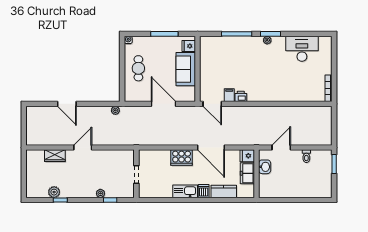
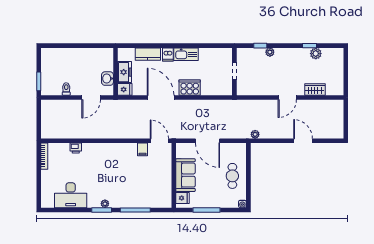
printer: (241, 96) -> (76, 148), moved

